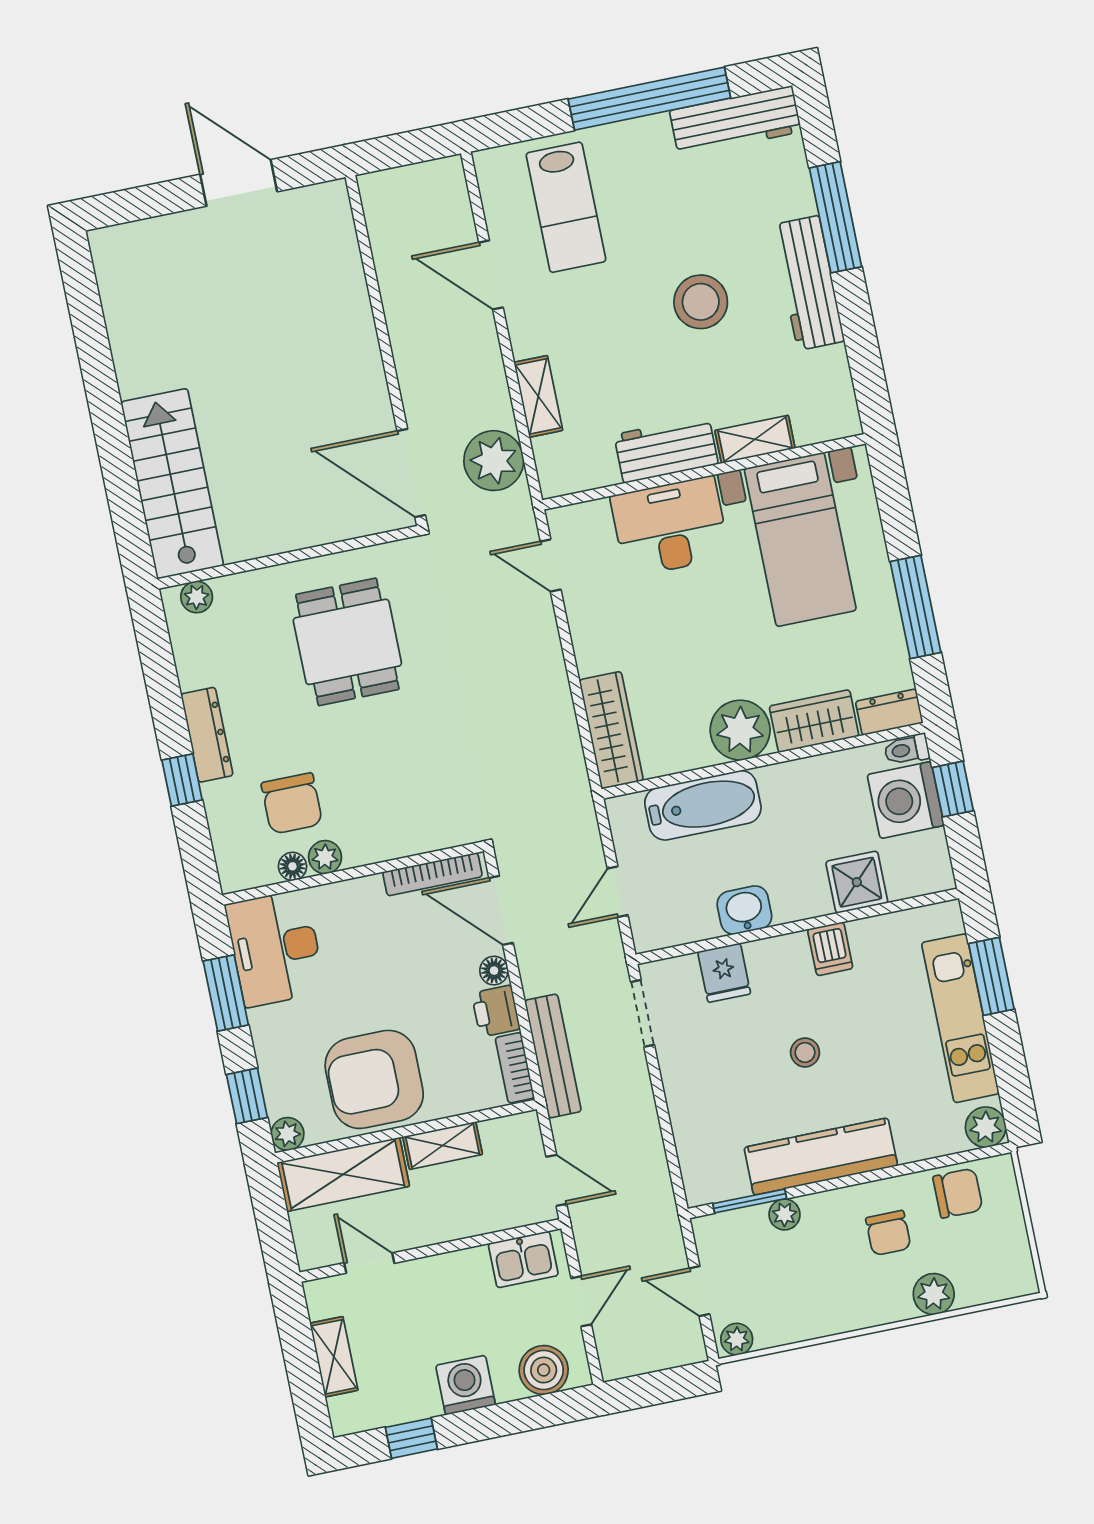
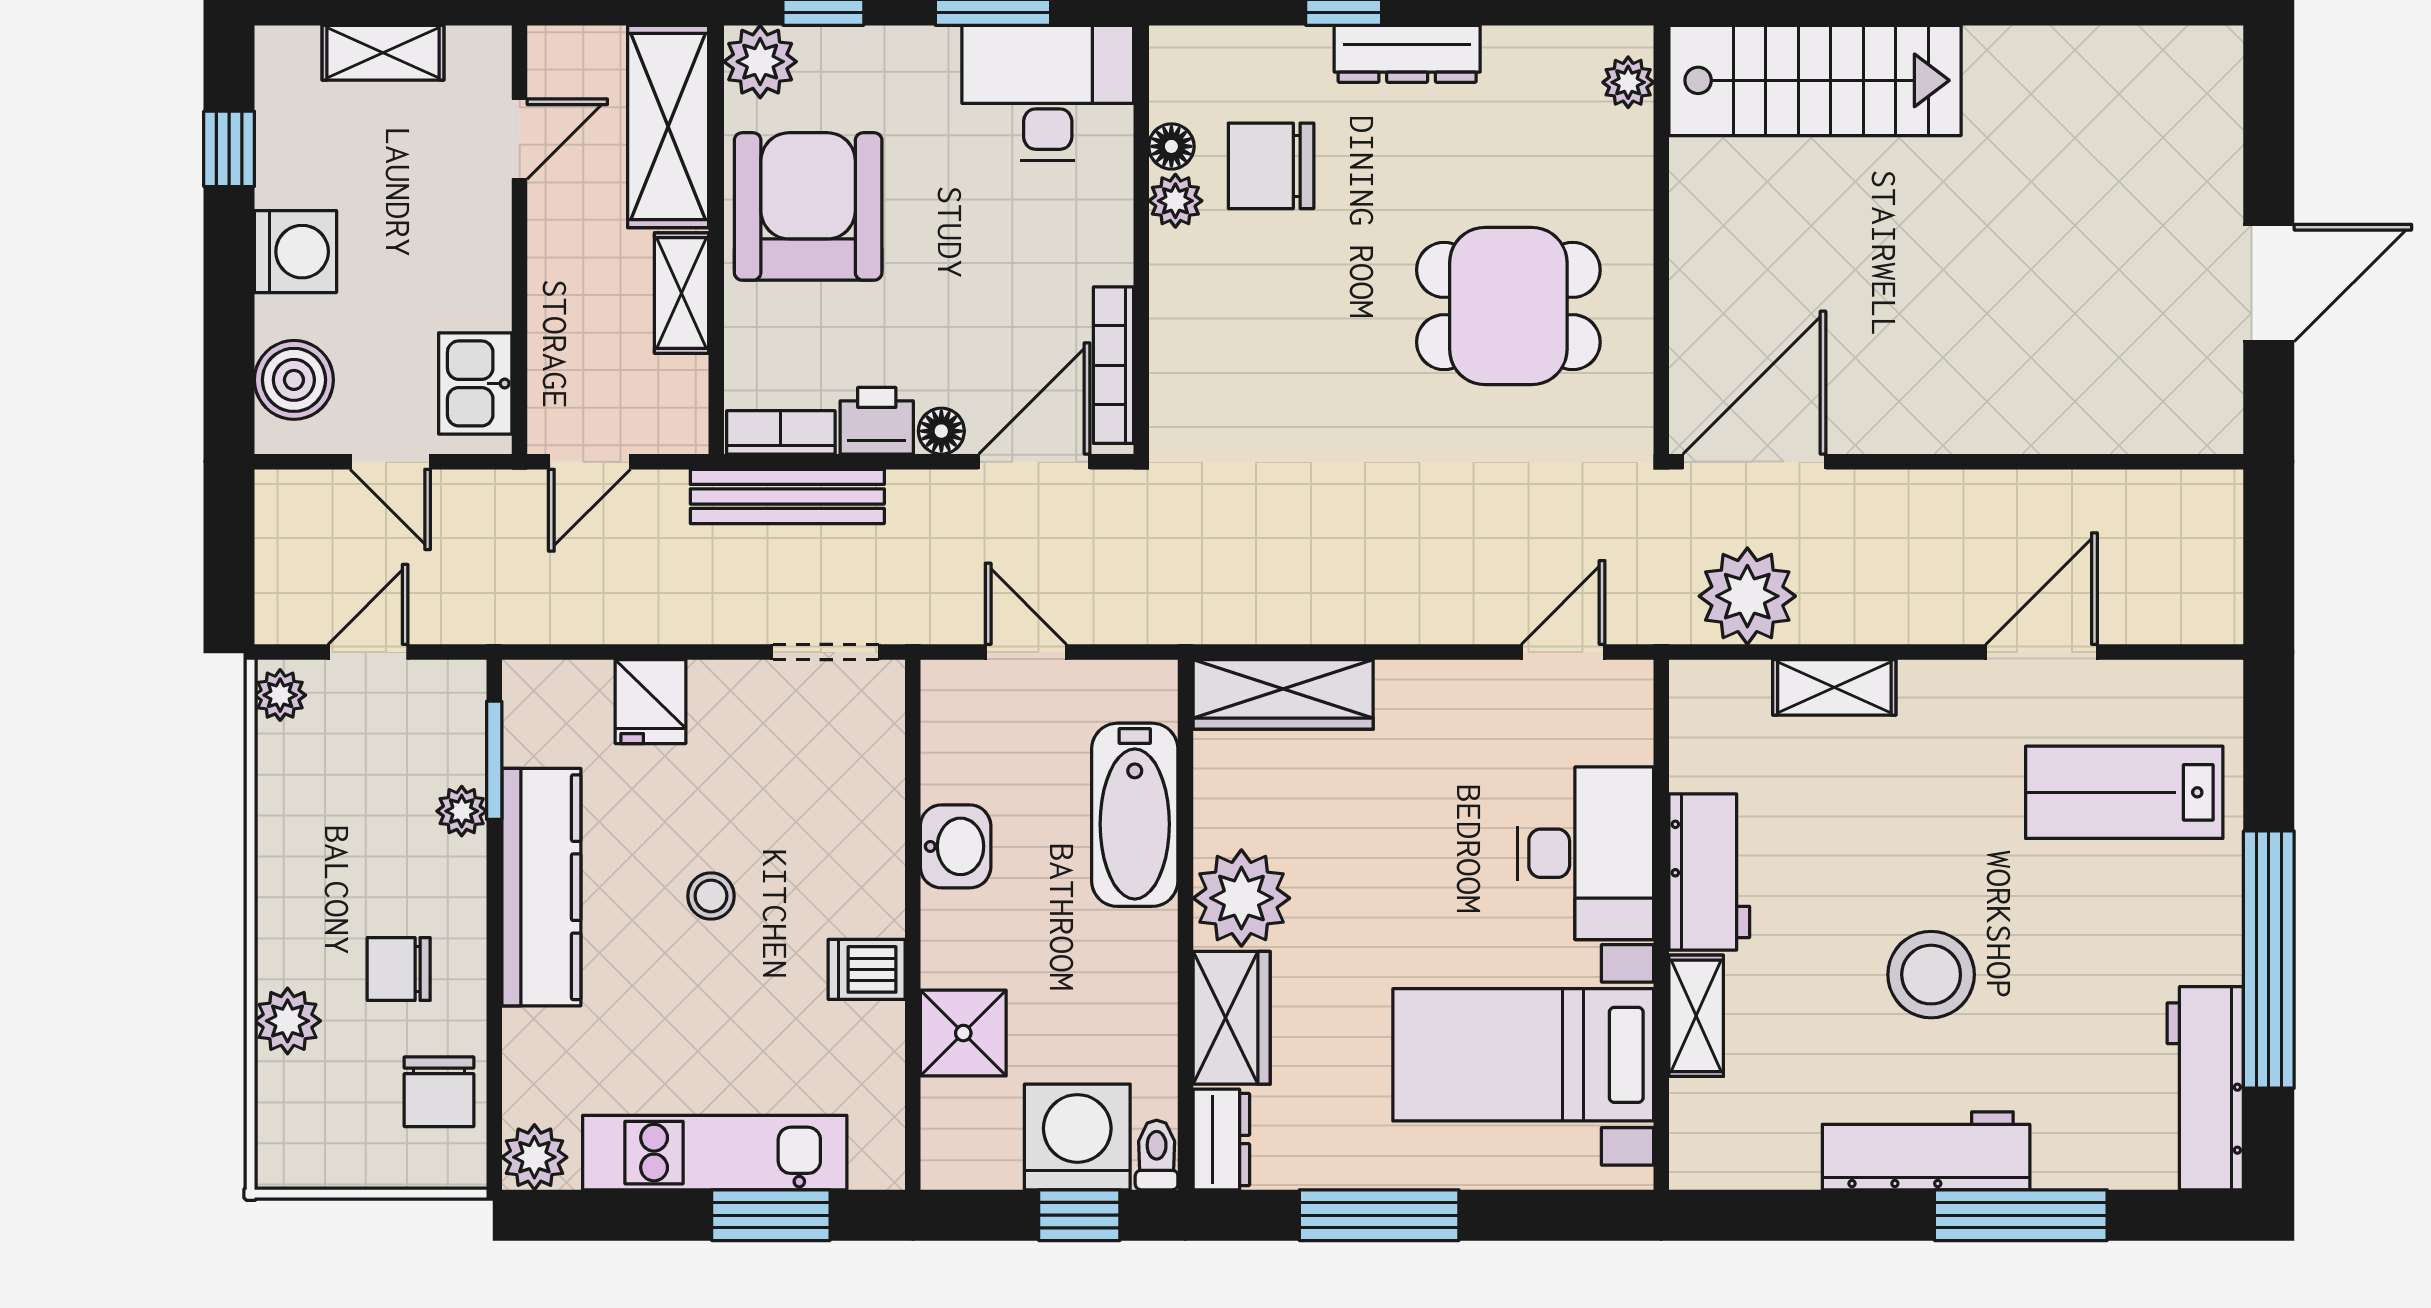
fridge: (724, 973) -> (650, 702), moved, turned -90
plant: (287, 1134) -> (760, 62), width x1.38, depth x1.38

